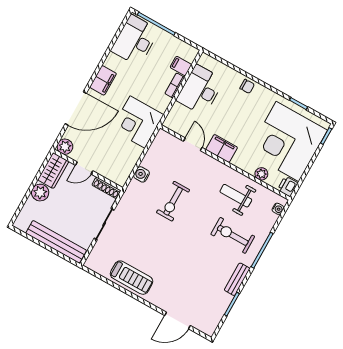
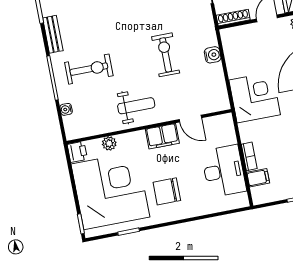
chair: (247, 86) -> (167, 191), moved, width x1.87, depth x1.87
weight bench: (236, 196) -> (136, 106), moved
water cooler: (278, 209) -> (66, 109), moved

